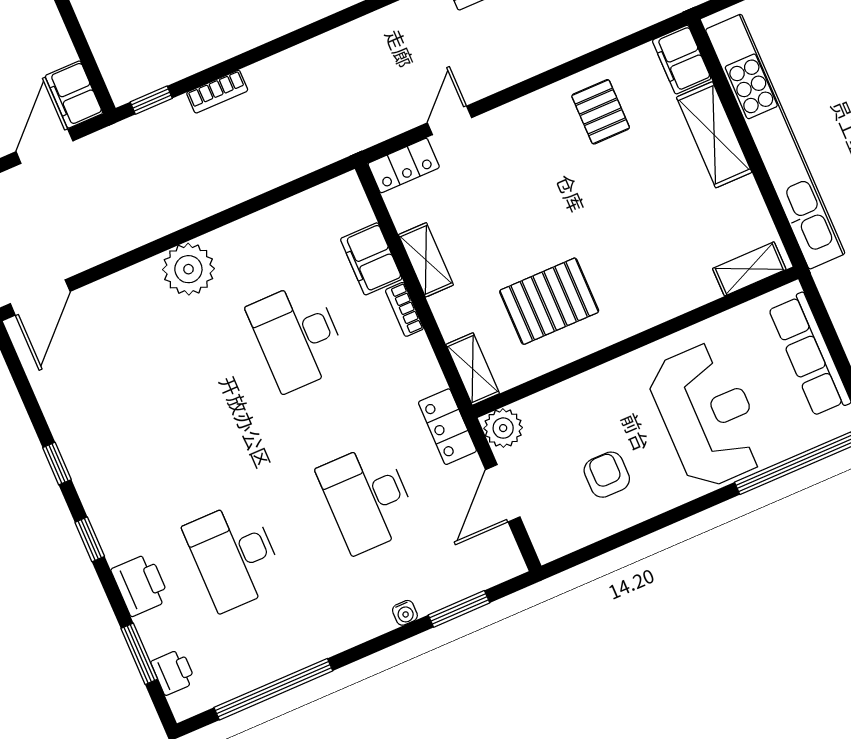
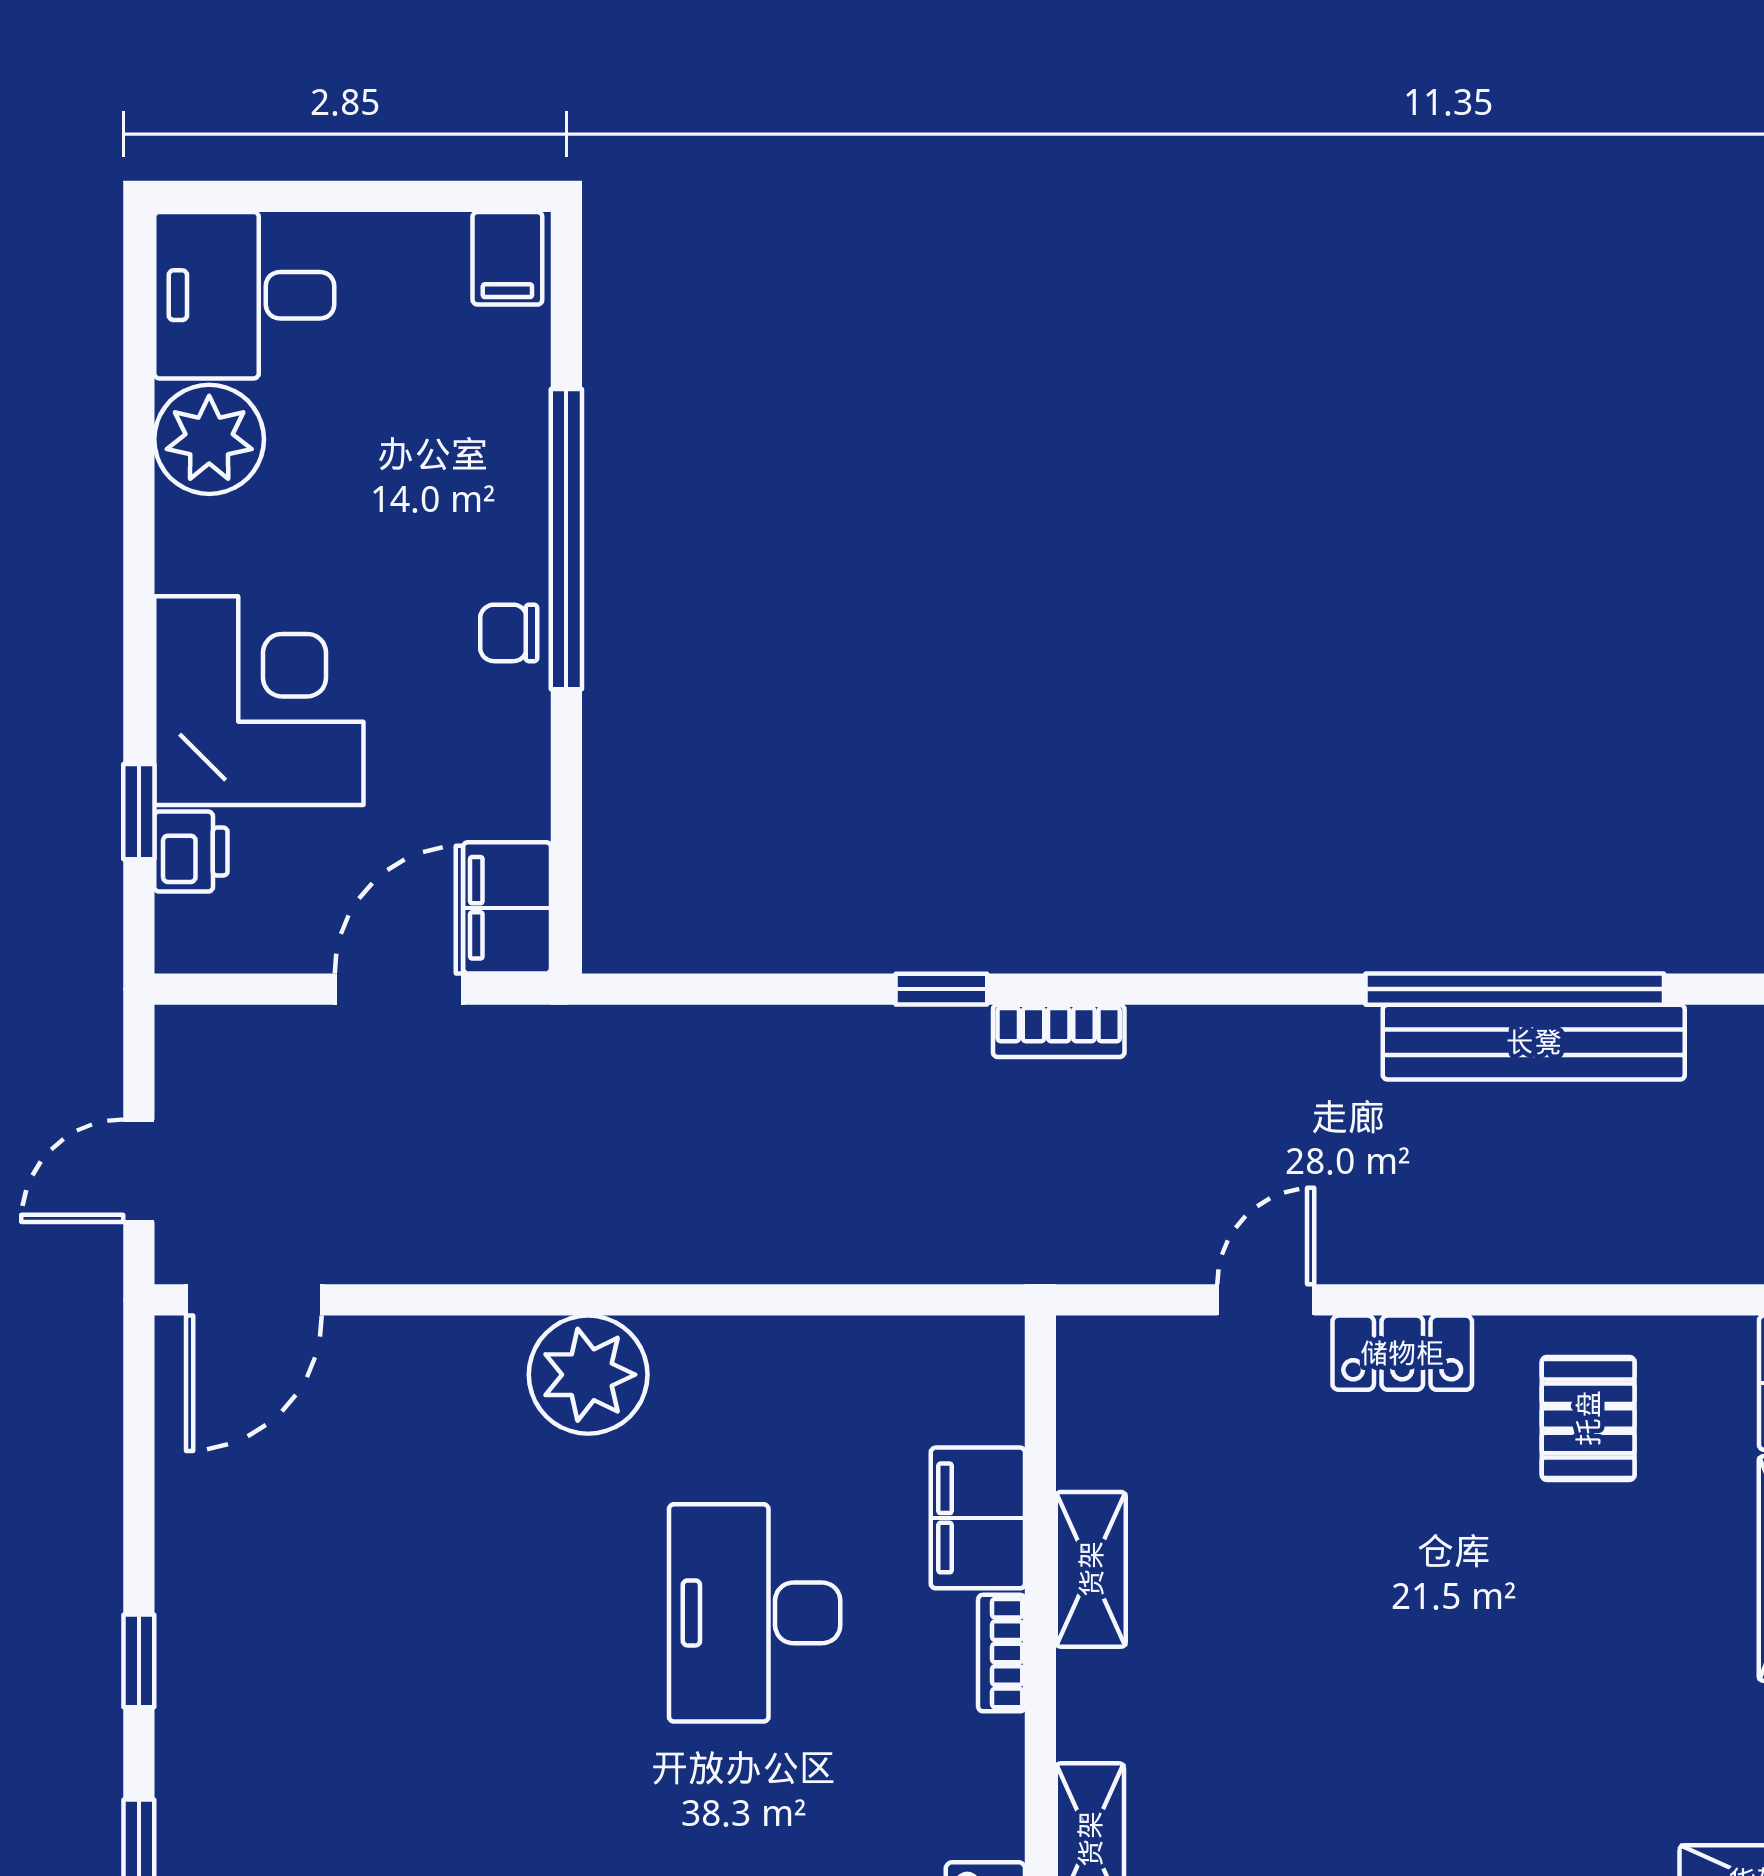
bookcase: (217, 92) -> (1059, 1031), moved
window: (151, 100) -> (941, 989), moved
locker: (404, 165) -> (1402, 1353), moved
pallet: (549, 301) -> (1310, 1766), removed

